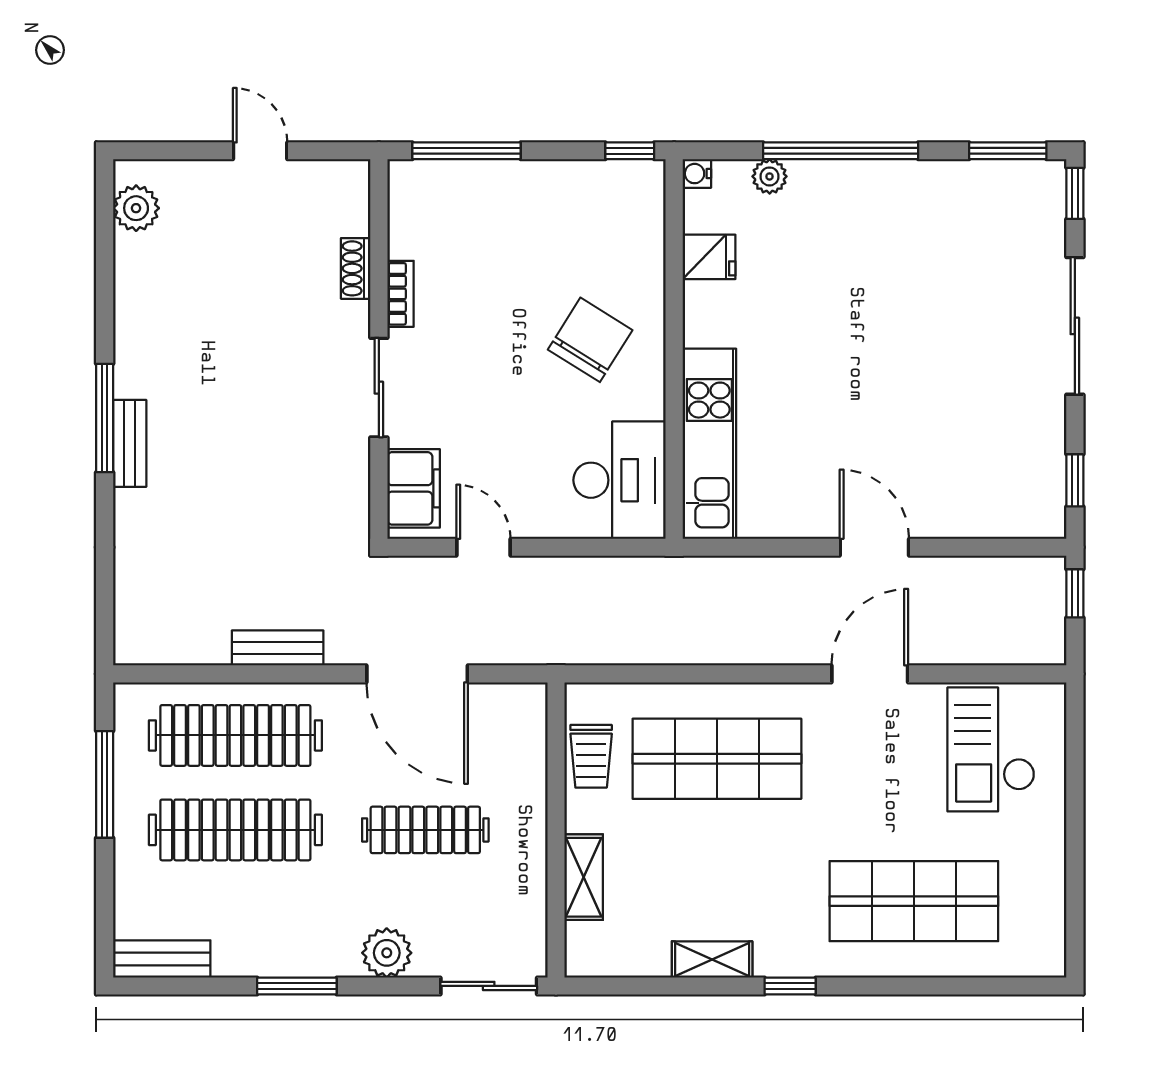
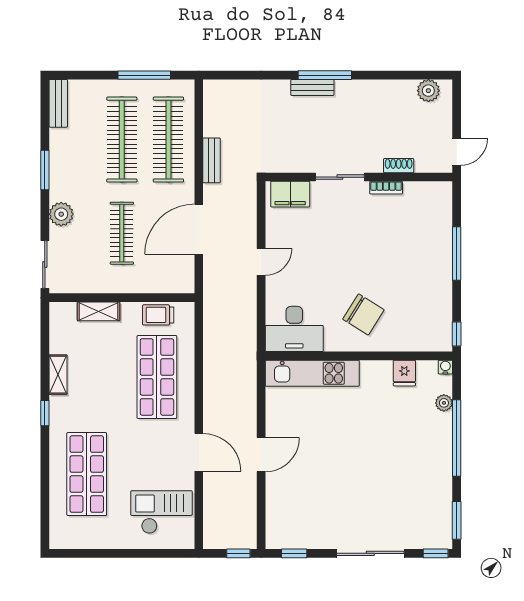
shoe rack: (356, 268) -> (399, 166), moved
bookcase: (400, 294) -> (386, 188), moved
wall: (379, 349) -> (359, 177), moved
sliding door: (379, 388) -> (340, 177), moved
filing cabinet: (414, 488) -> (290, 194), moved

